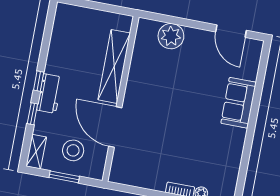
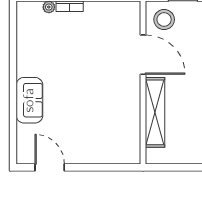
plant: (171, 36) -> (106, 152), removed
stool: (73, 150) -> (164, 20), moved

